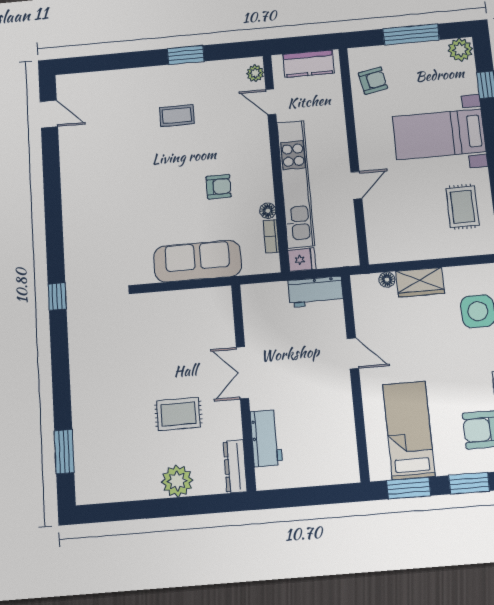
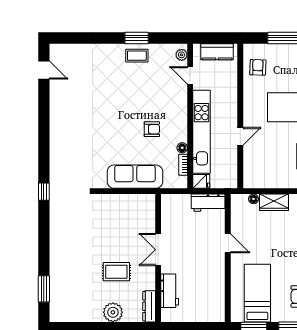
armchair: (373, 81) -> (258, 67), turned -77
coffee table: (177, 116) -> (137, 56), moved

